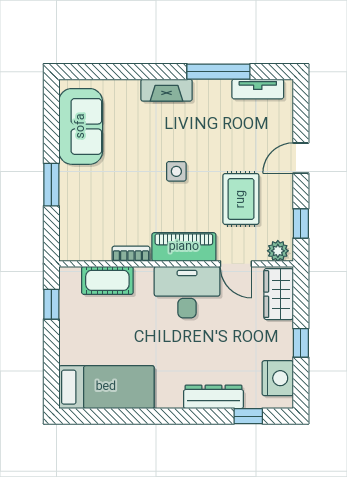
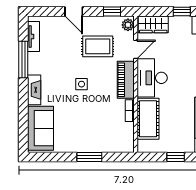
sofa: (81, 126) -> (41, 128), moved, turned 90
cot: (107, 280) -> (148, 119), width x1.37, depth x1.34
window: (51, 304) -> (176, 157), moved

